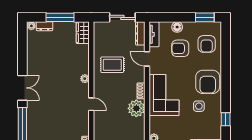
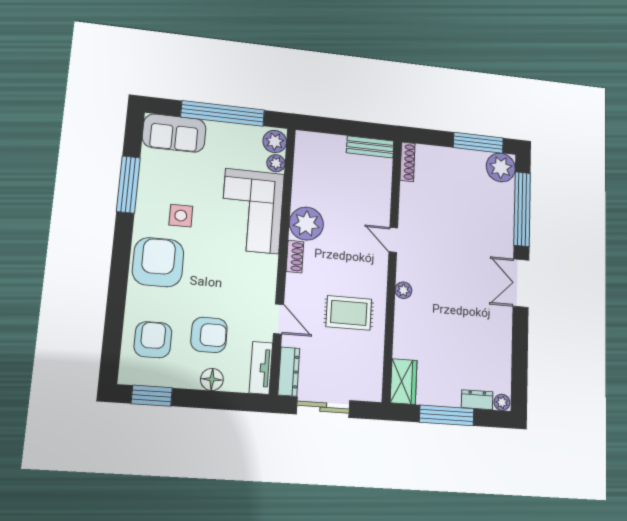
corner sofa: (164, 95) -> (252, 211), moved
window: (226, 119) -> (128, 185), width x2.17

